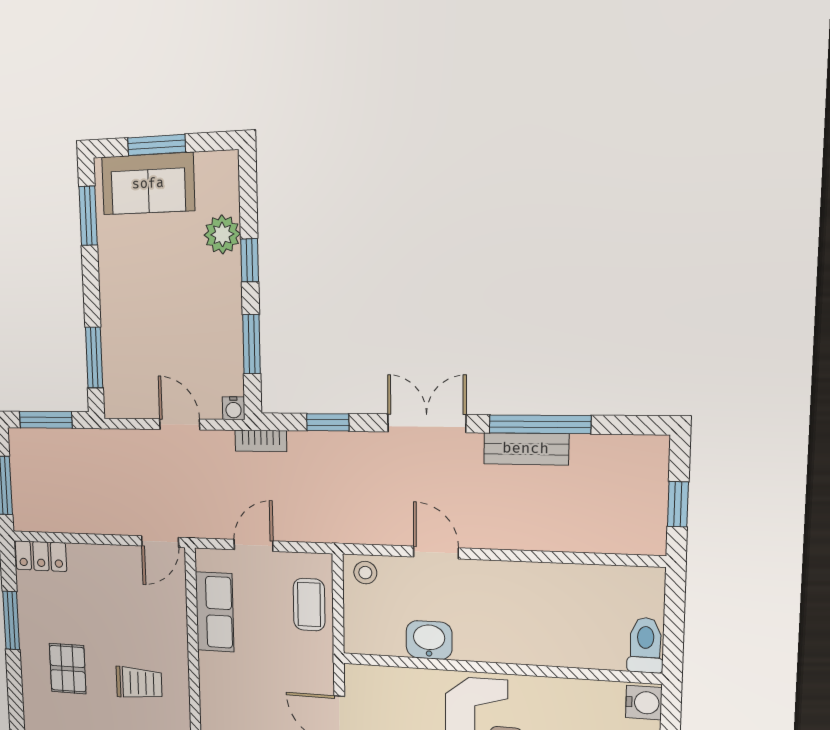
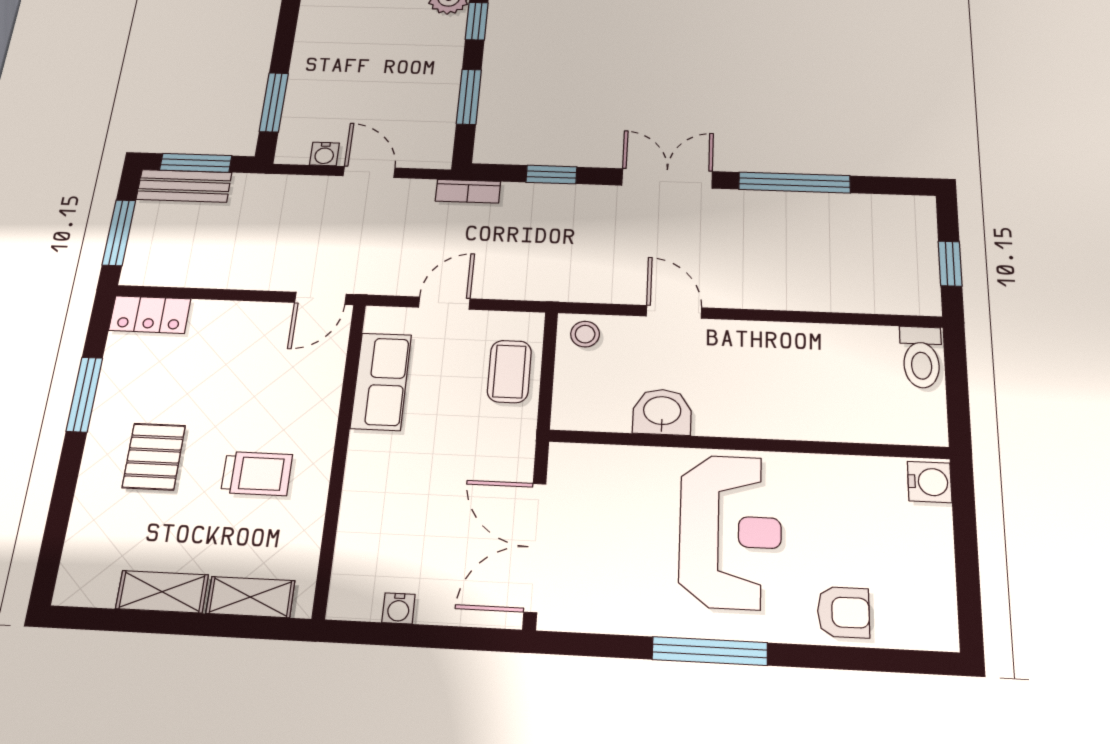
water cooler: (233, 408) -> (324, 154), moved
bench: (526, 449) -> (184, 186), moved
toilet: (645, 645) -> (921, 357), moved, turned 180

